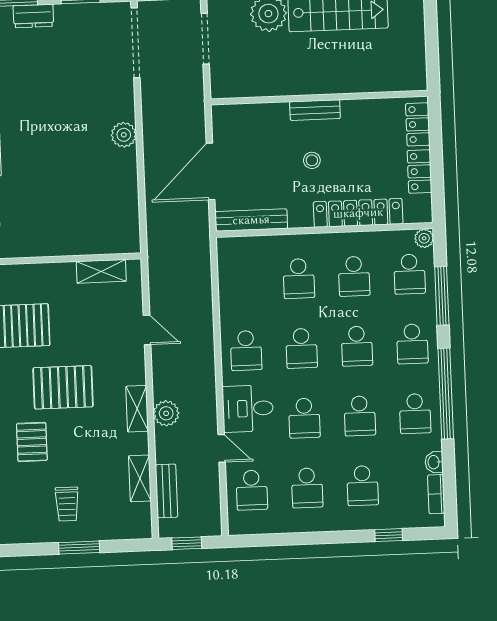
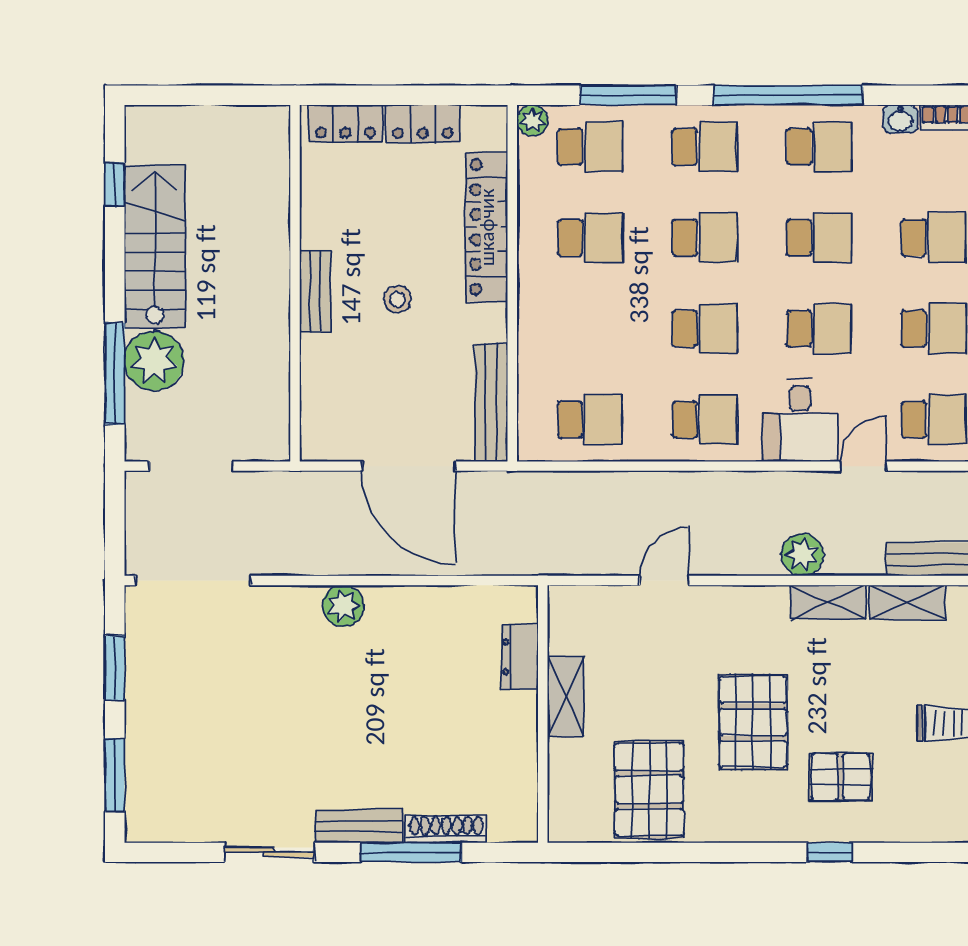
dresser: (33, 16) -> (520, 657), moved, turned 180
shelving: (101, 271) -> (565, 696), moved
school desk: (299, 279) -> (590, 420), moved
shelving: (137, 409) -> (828, 602), moved

